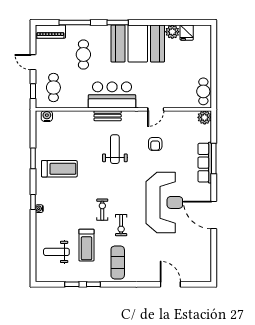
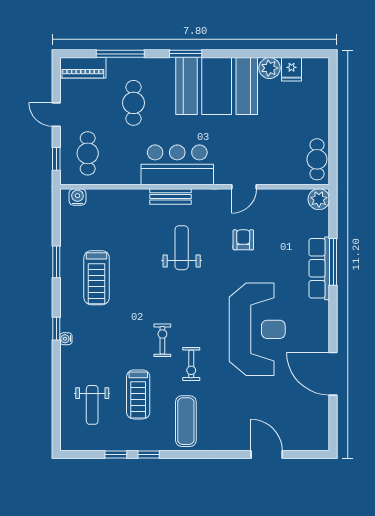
armchair: (155, 144) -> (243, 240), turned 180
treadmill: (59, 169) -> (97, 278), turned 90
door: (214, 215) -> (333, 374), moved
weight bench: (56, 252) -> (92, 405), turned -90

